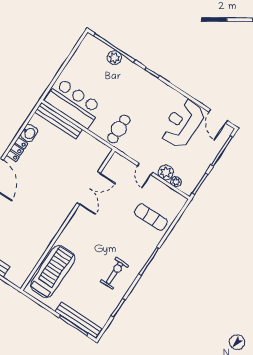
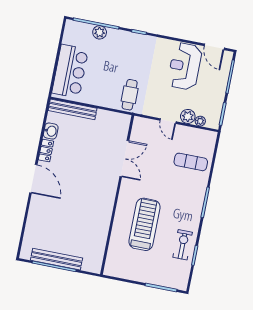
bar counter: (73, 103) -> (70, 71), moved, turned 90
treadmill: (53, 272) -> (144, 224), moved
exercise bike: (114, 273) -> (183, 245), moved
bench: (78, 320) -> (163, 281), removed

